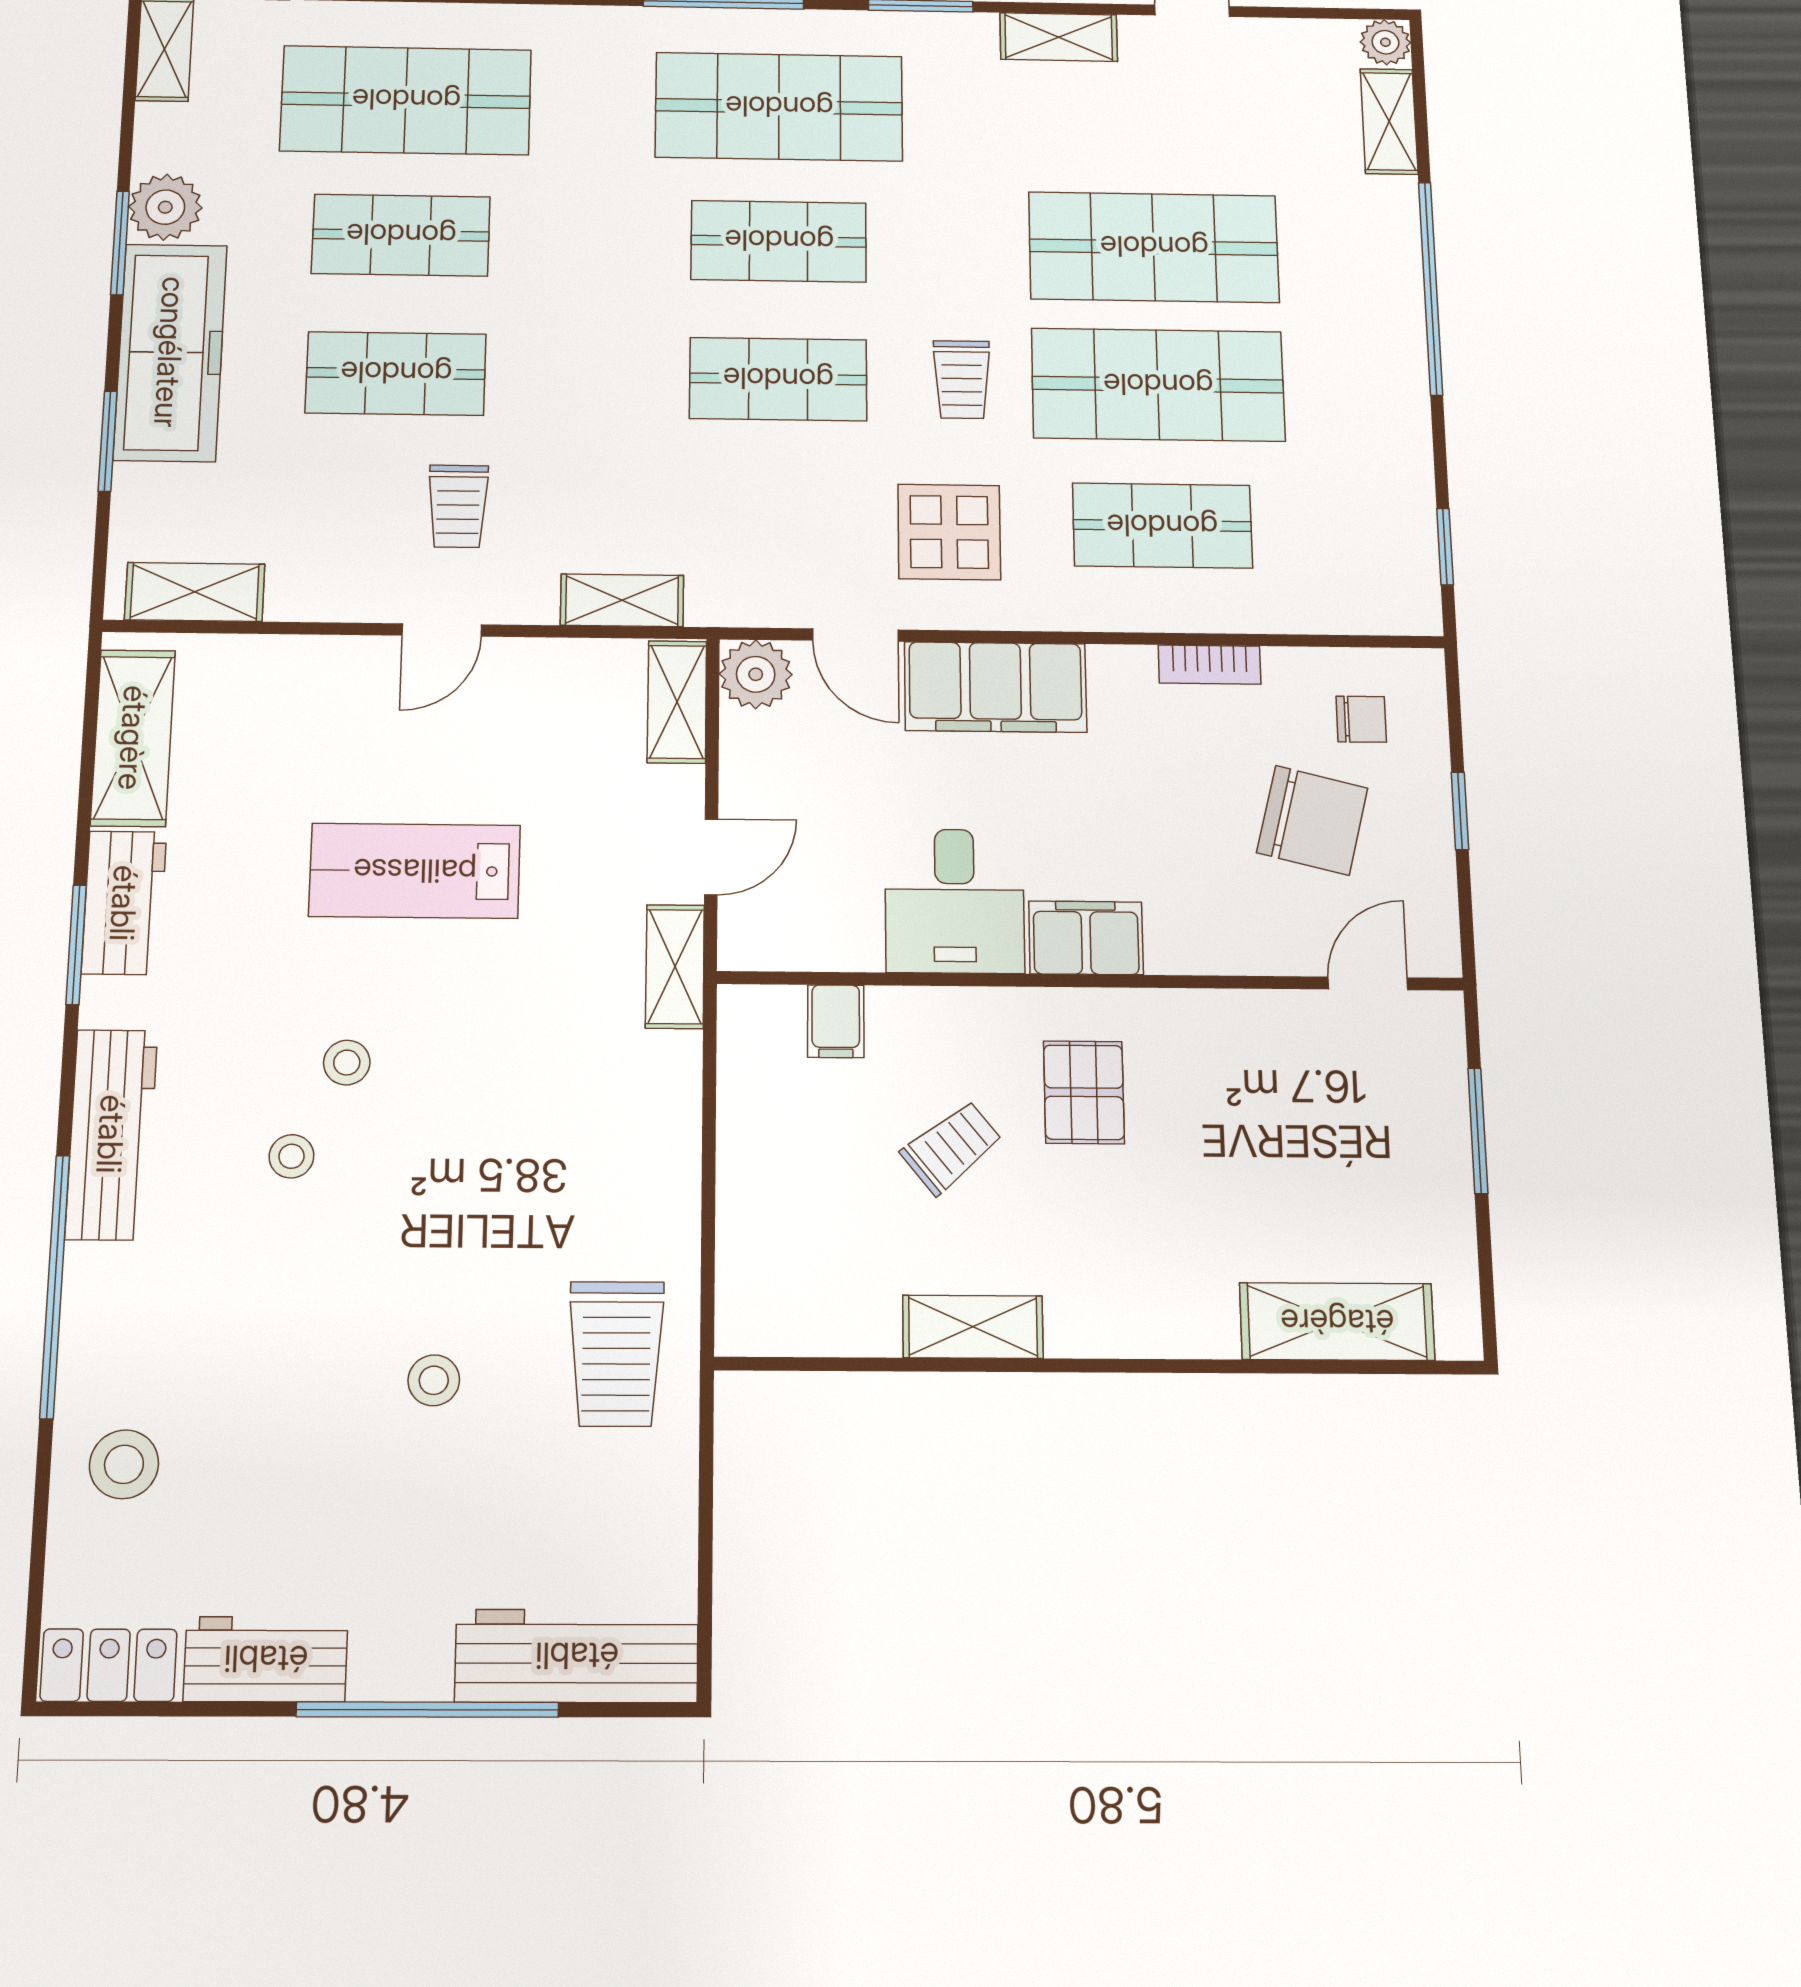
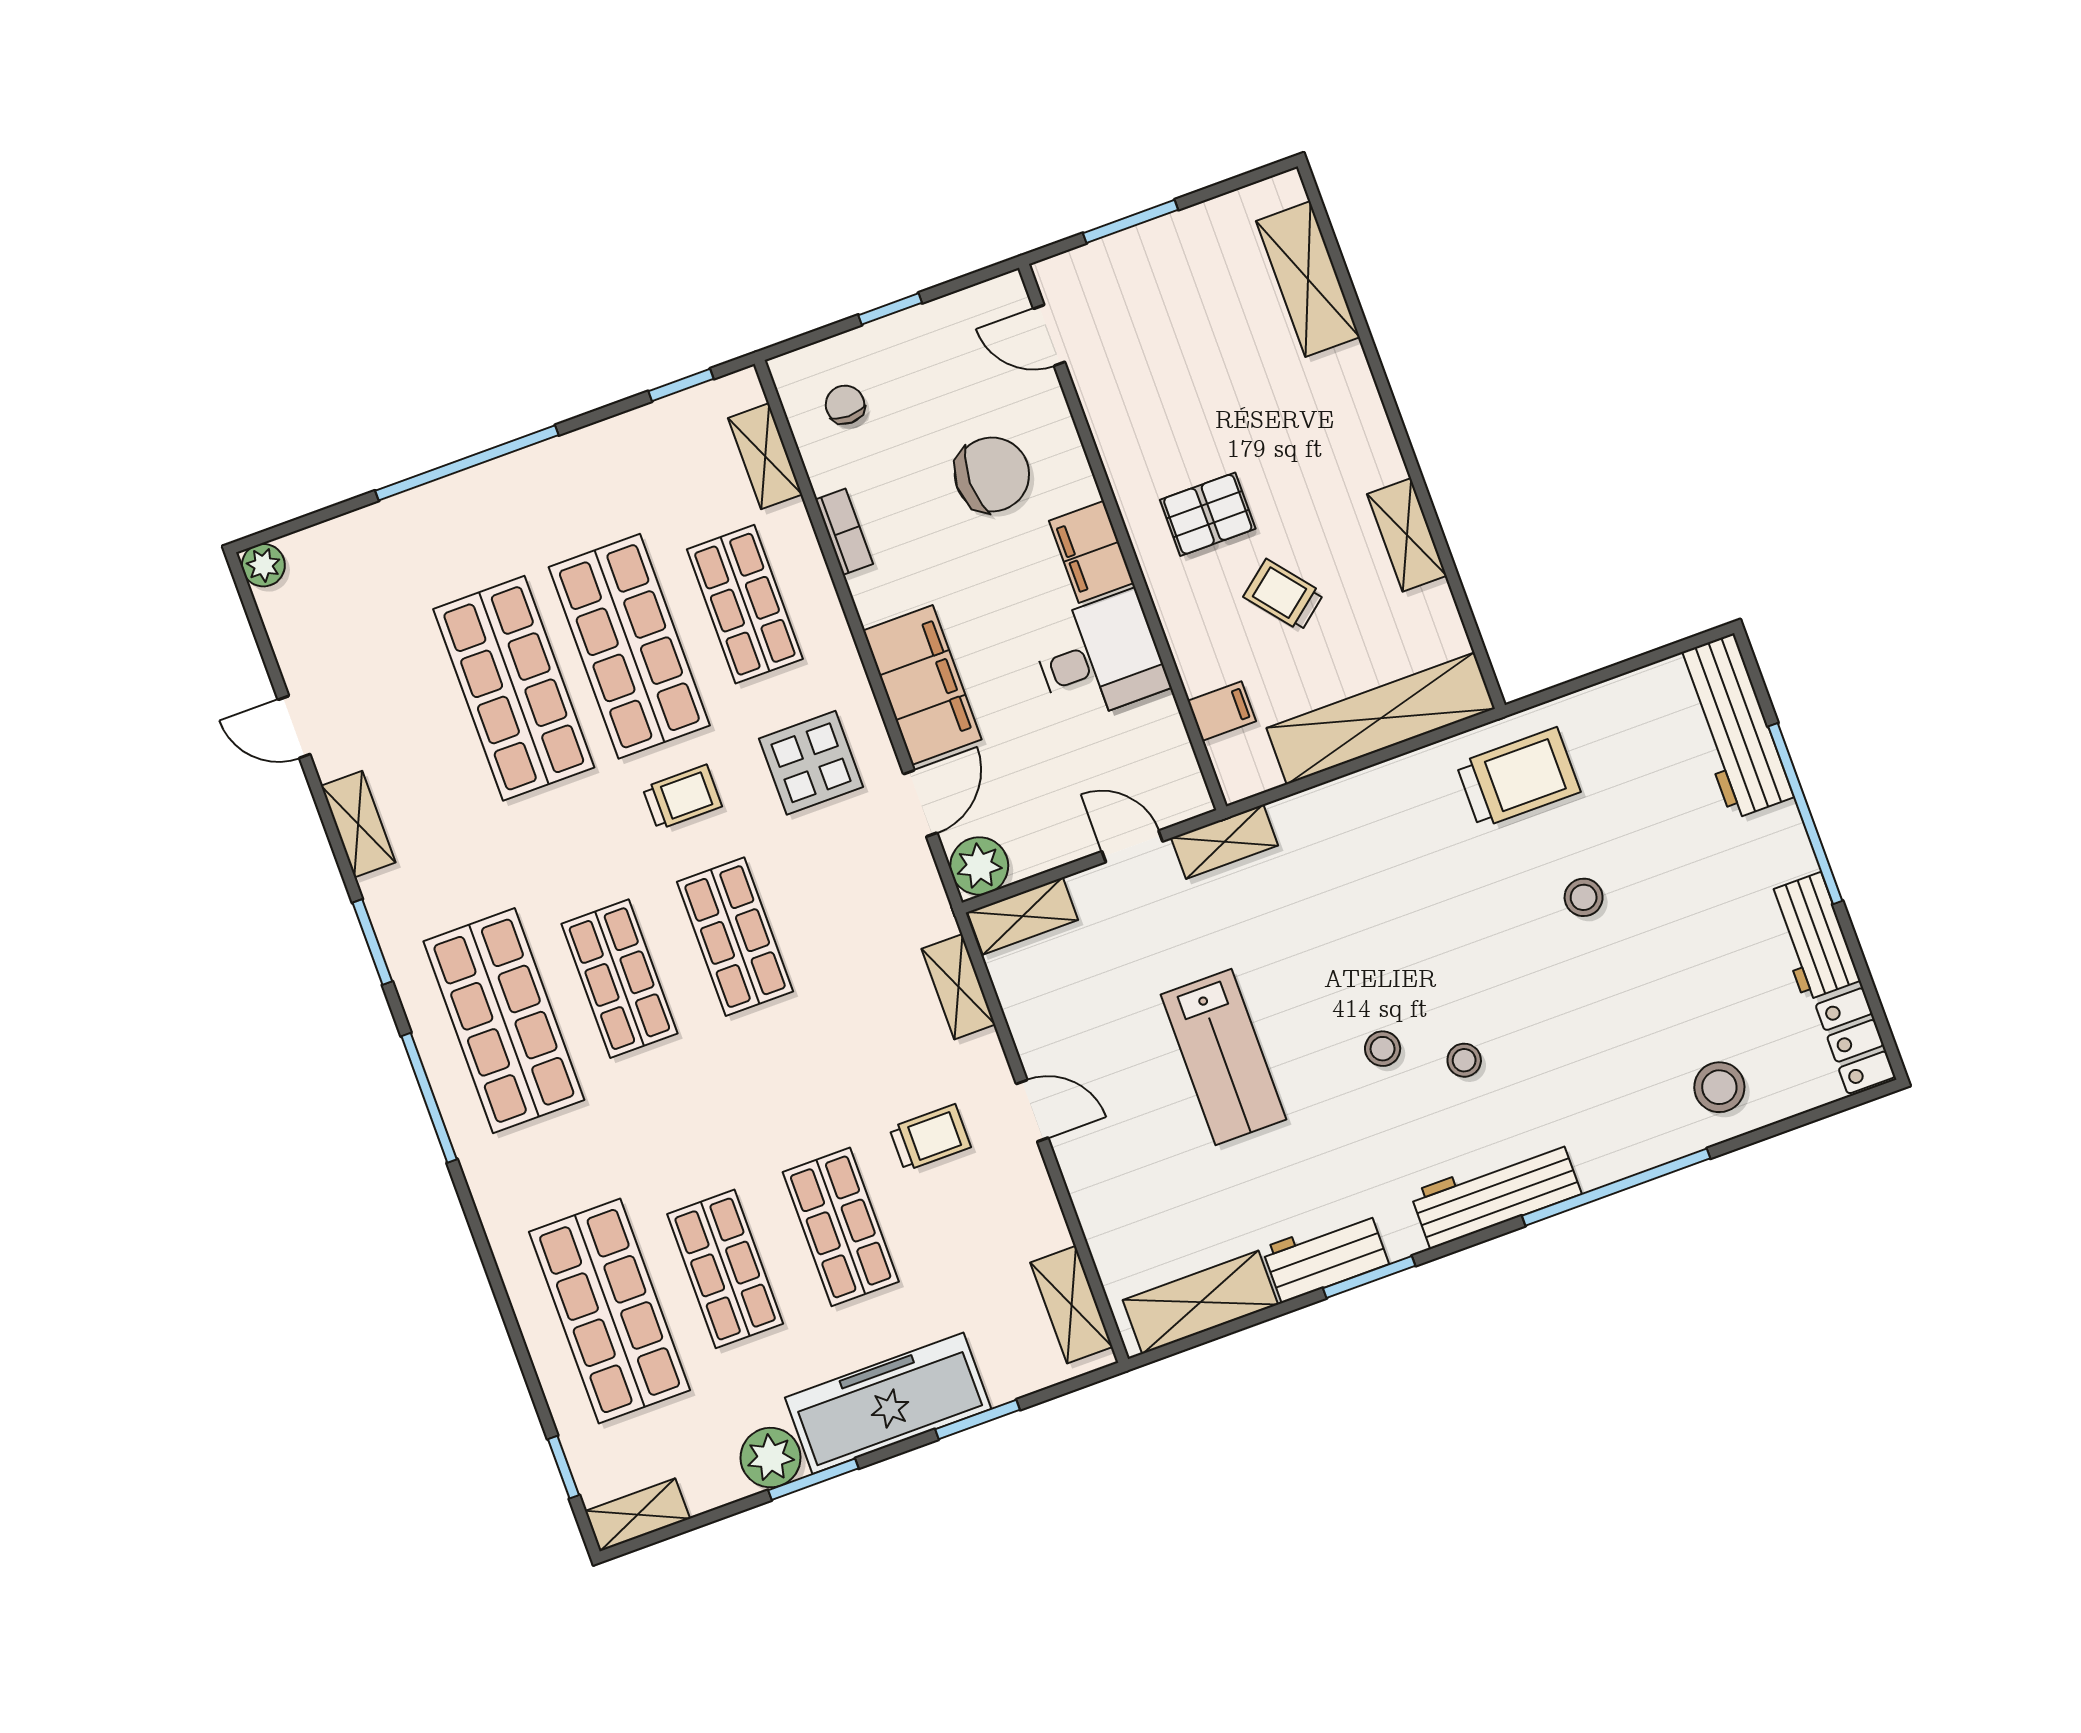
shelving: (1389, 121) -> (765, 456), moved, turned 90
chair: (1312, 820) -> (992, 474), moved, turned 76
shelving: (755, 1210) -> (1381, 718), added

